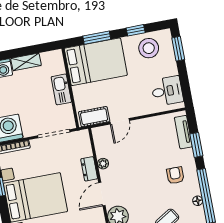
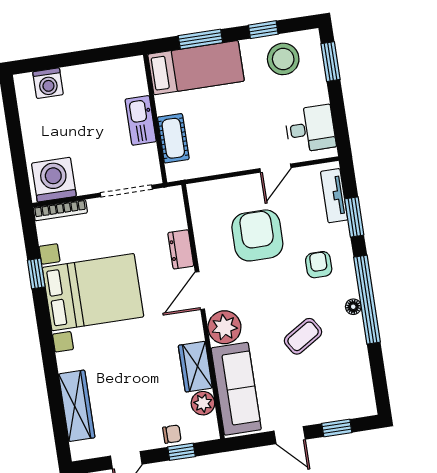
shelving: (26, 62) -> (85, 74), removed
bed: (96, 62) -> (196, 68), width x0.67
cot: (94, 117) -> (173, 138), moved, turned 90
door: (120, 121) -> (275, 168), moved
armchair: (136, 158) -> (257, 235), added
plant: (103, 164) -> (203, 242), removed

